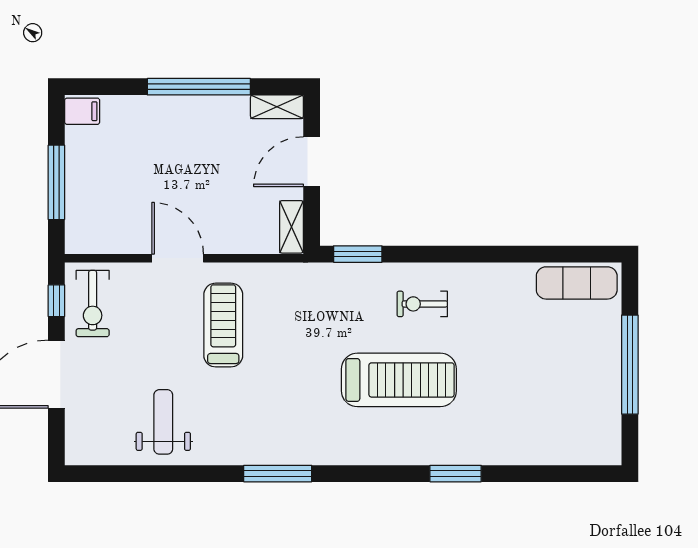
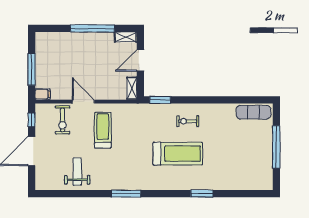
filing cabinet: (82, 111) -> (43, 94), moved
exercise bike: (93, 304) -> (63, 120), moved

